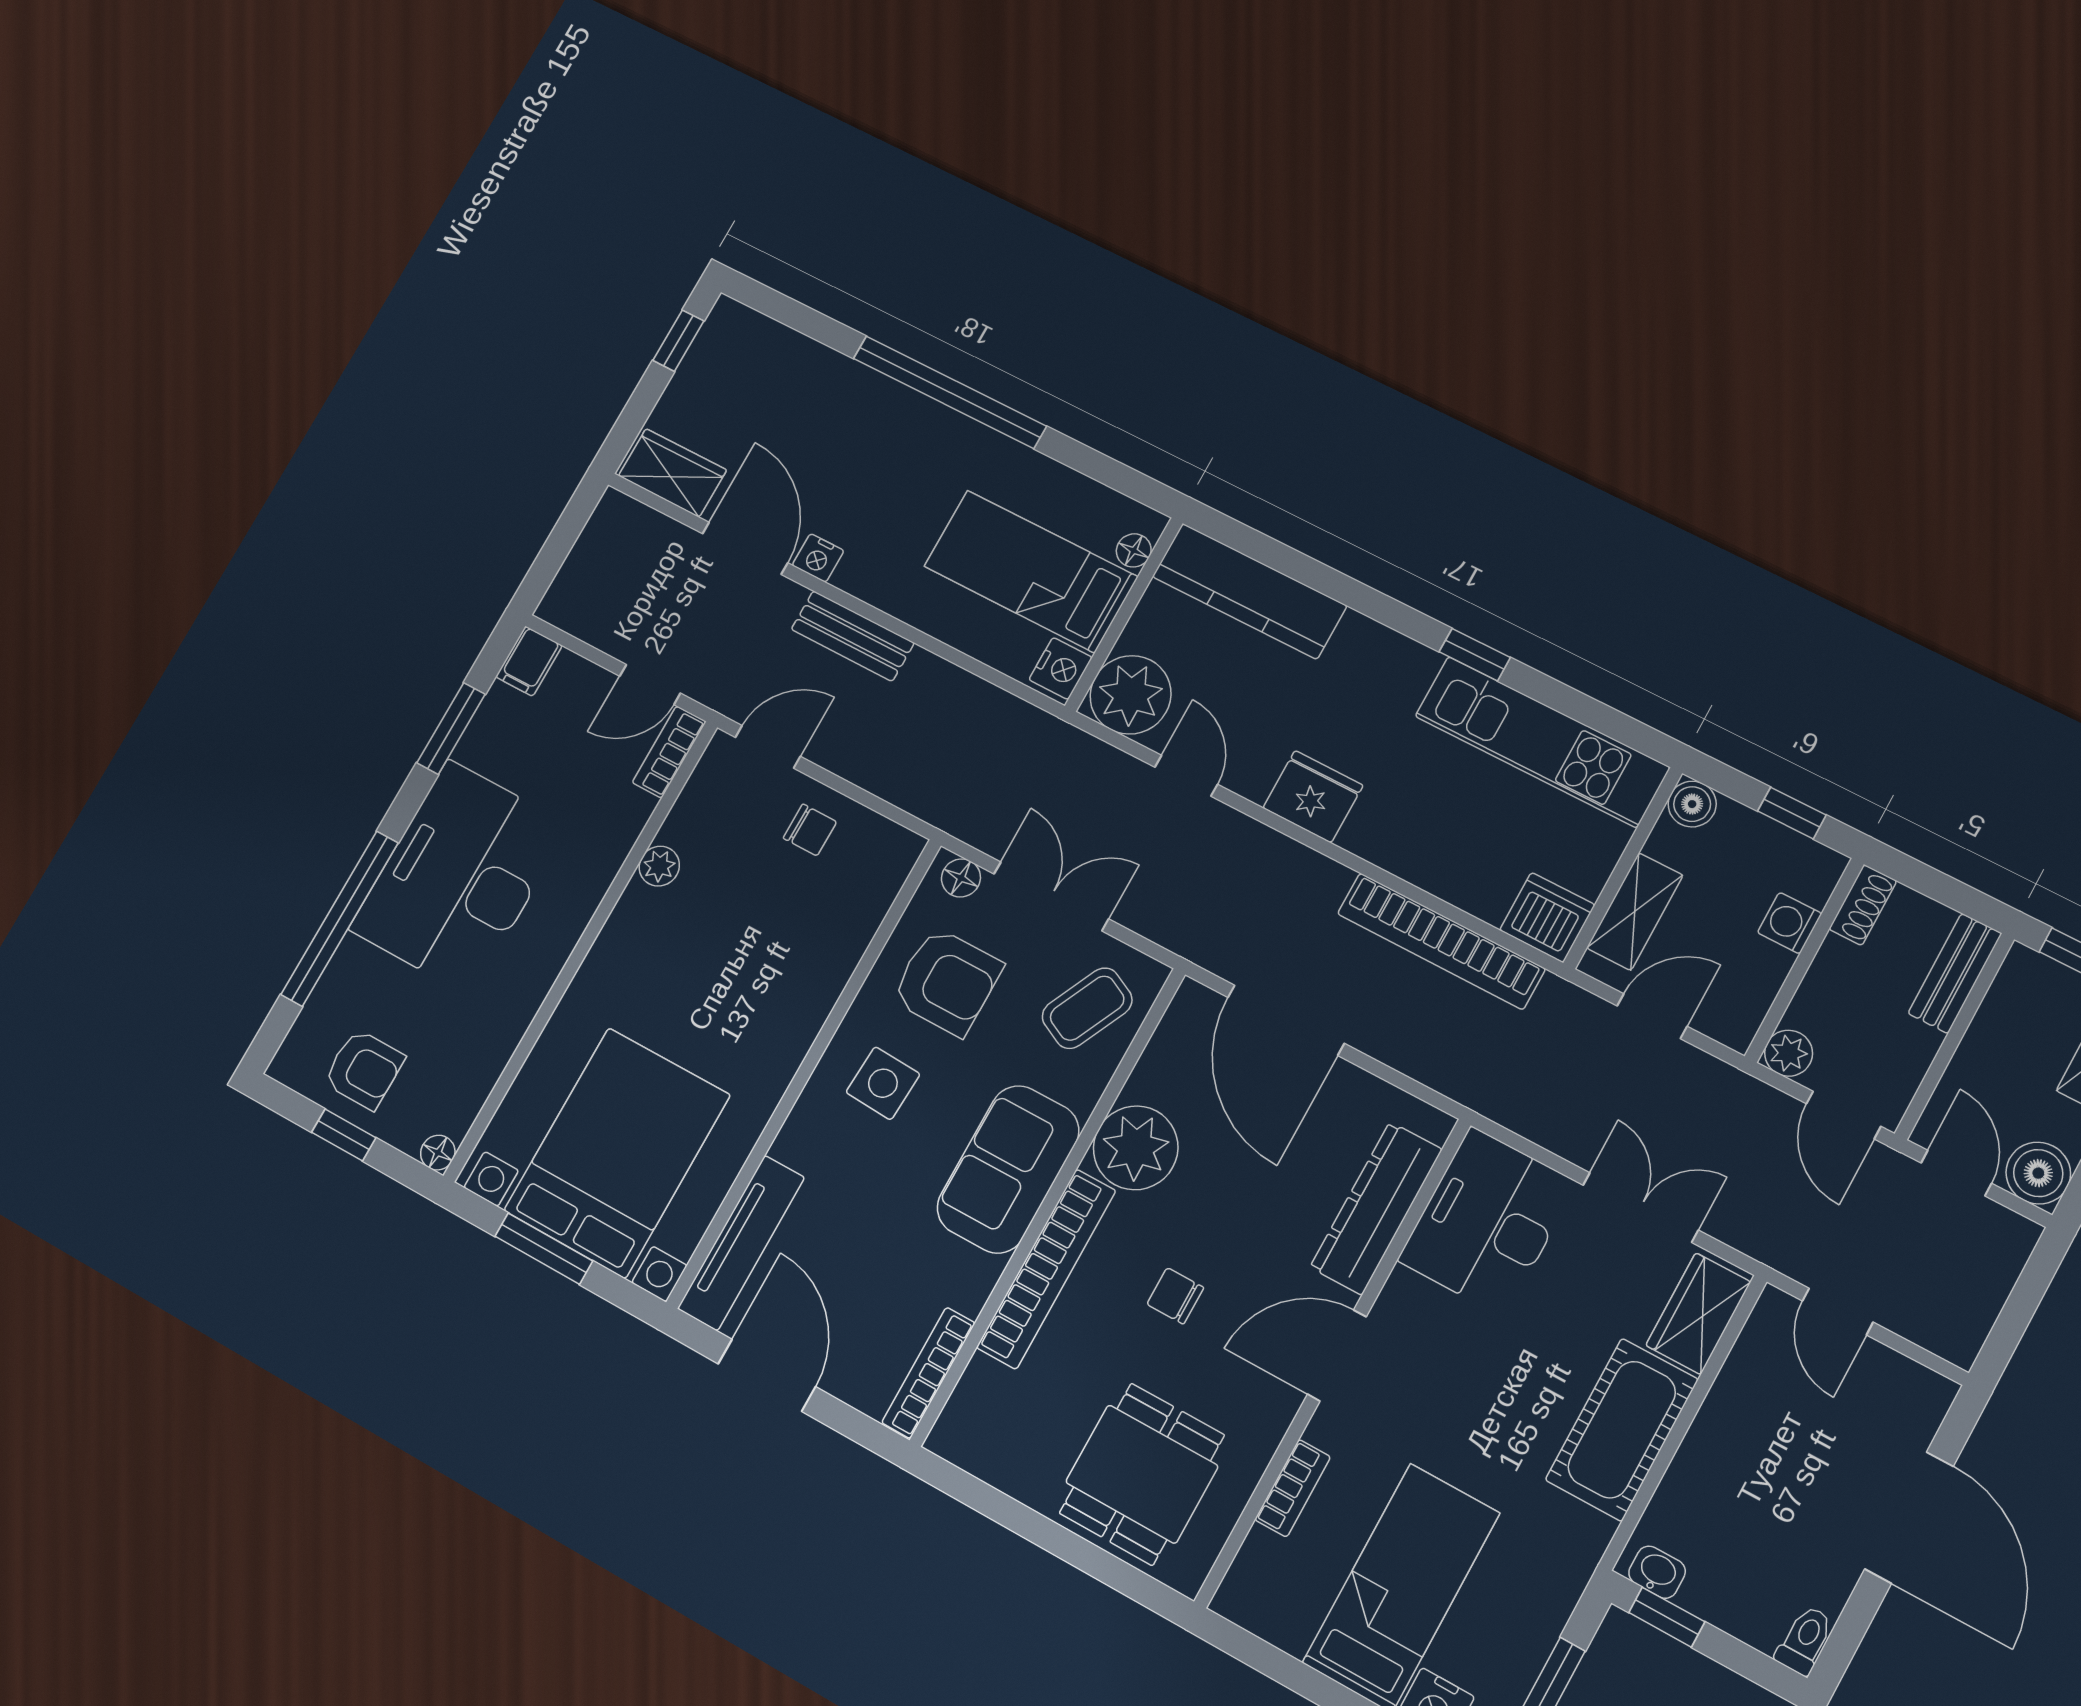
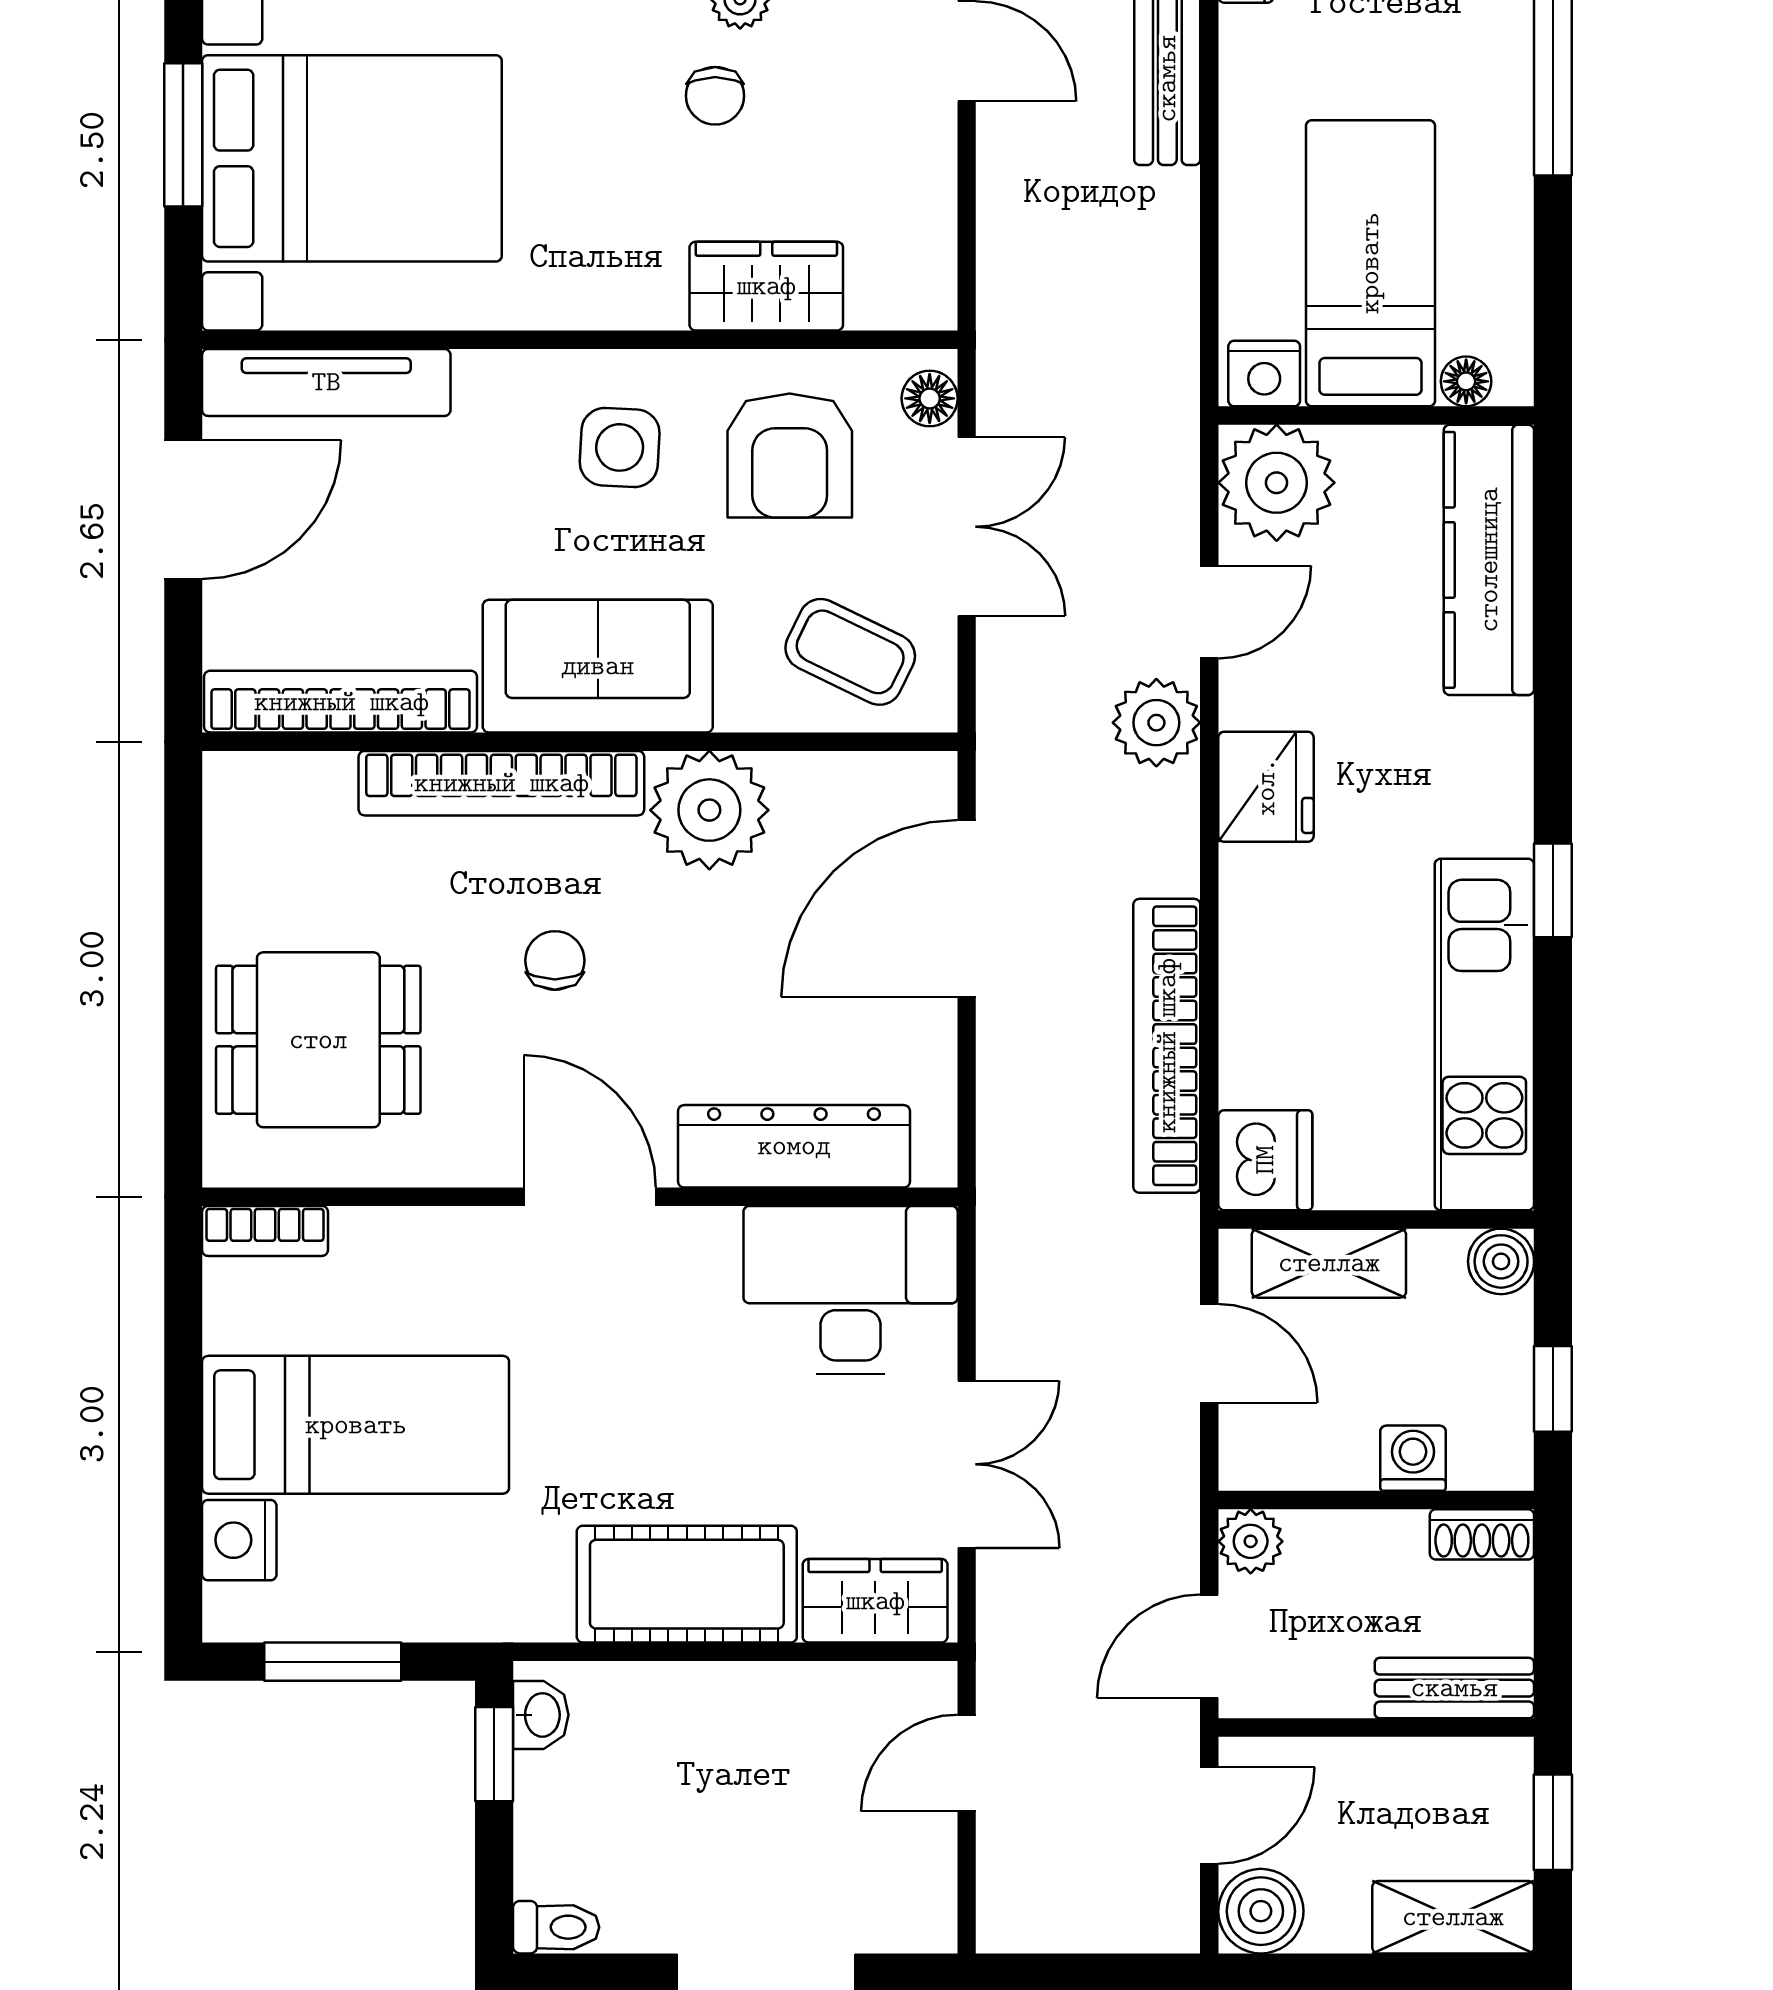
chair: (810, 830) -> (715, 96), moved
plant: (1236, 843) -> (1156, 723), added
wardrobe: (837, 941) -> (766, 286), added
bookcase: (928, 1373) -> (341, 702), width x1.48, depth x1.31
bookcase: (1293, 1488) -> (265, 1231), moved

